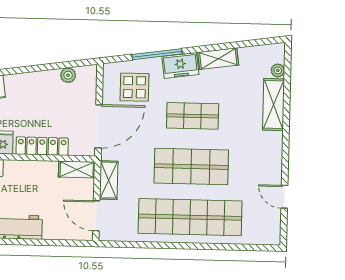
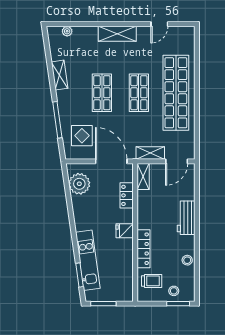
freezer: (180, 66) -> (65, 103), removed
plant: (68, 75) -> (79, 184), width x1.88, depth x1.88
shelving: (274, 104) -> (117, 34), moved
locker: (42, 146) -> (127, 195), width x0.66
shop shelf: (191, 167) -> (139, 93), width x0.70, depth x0.74

